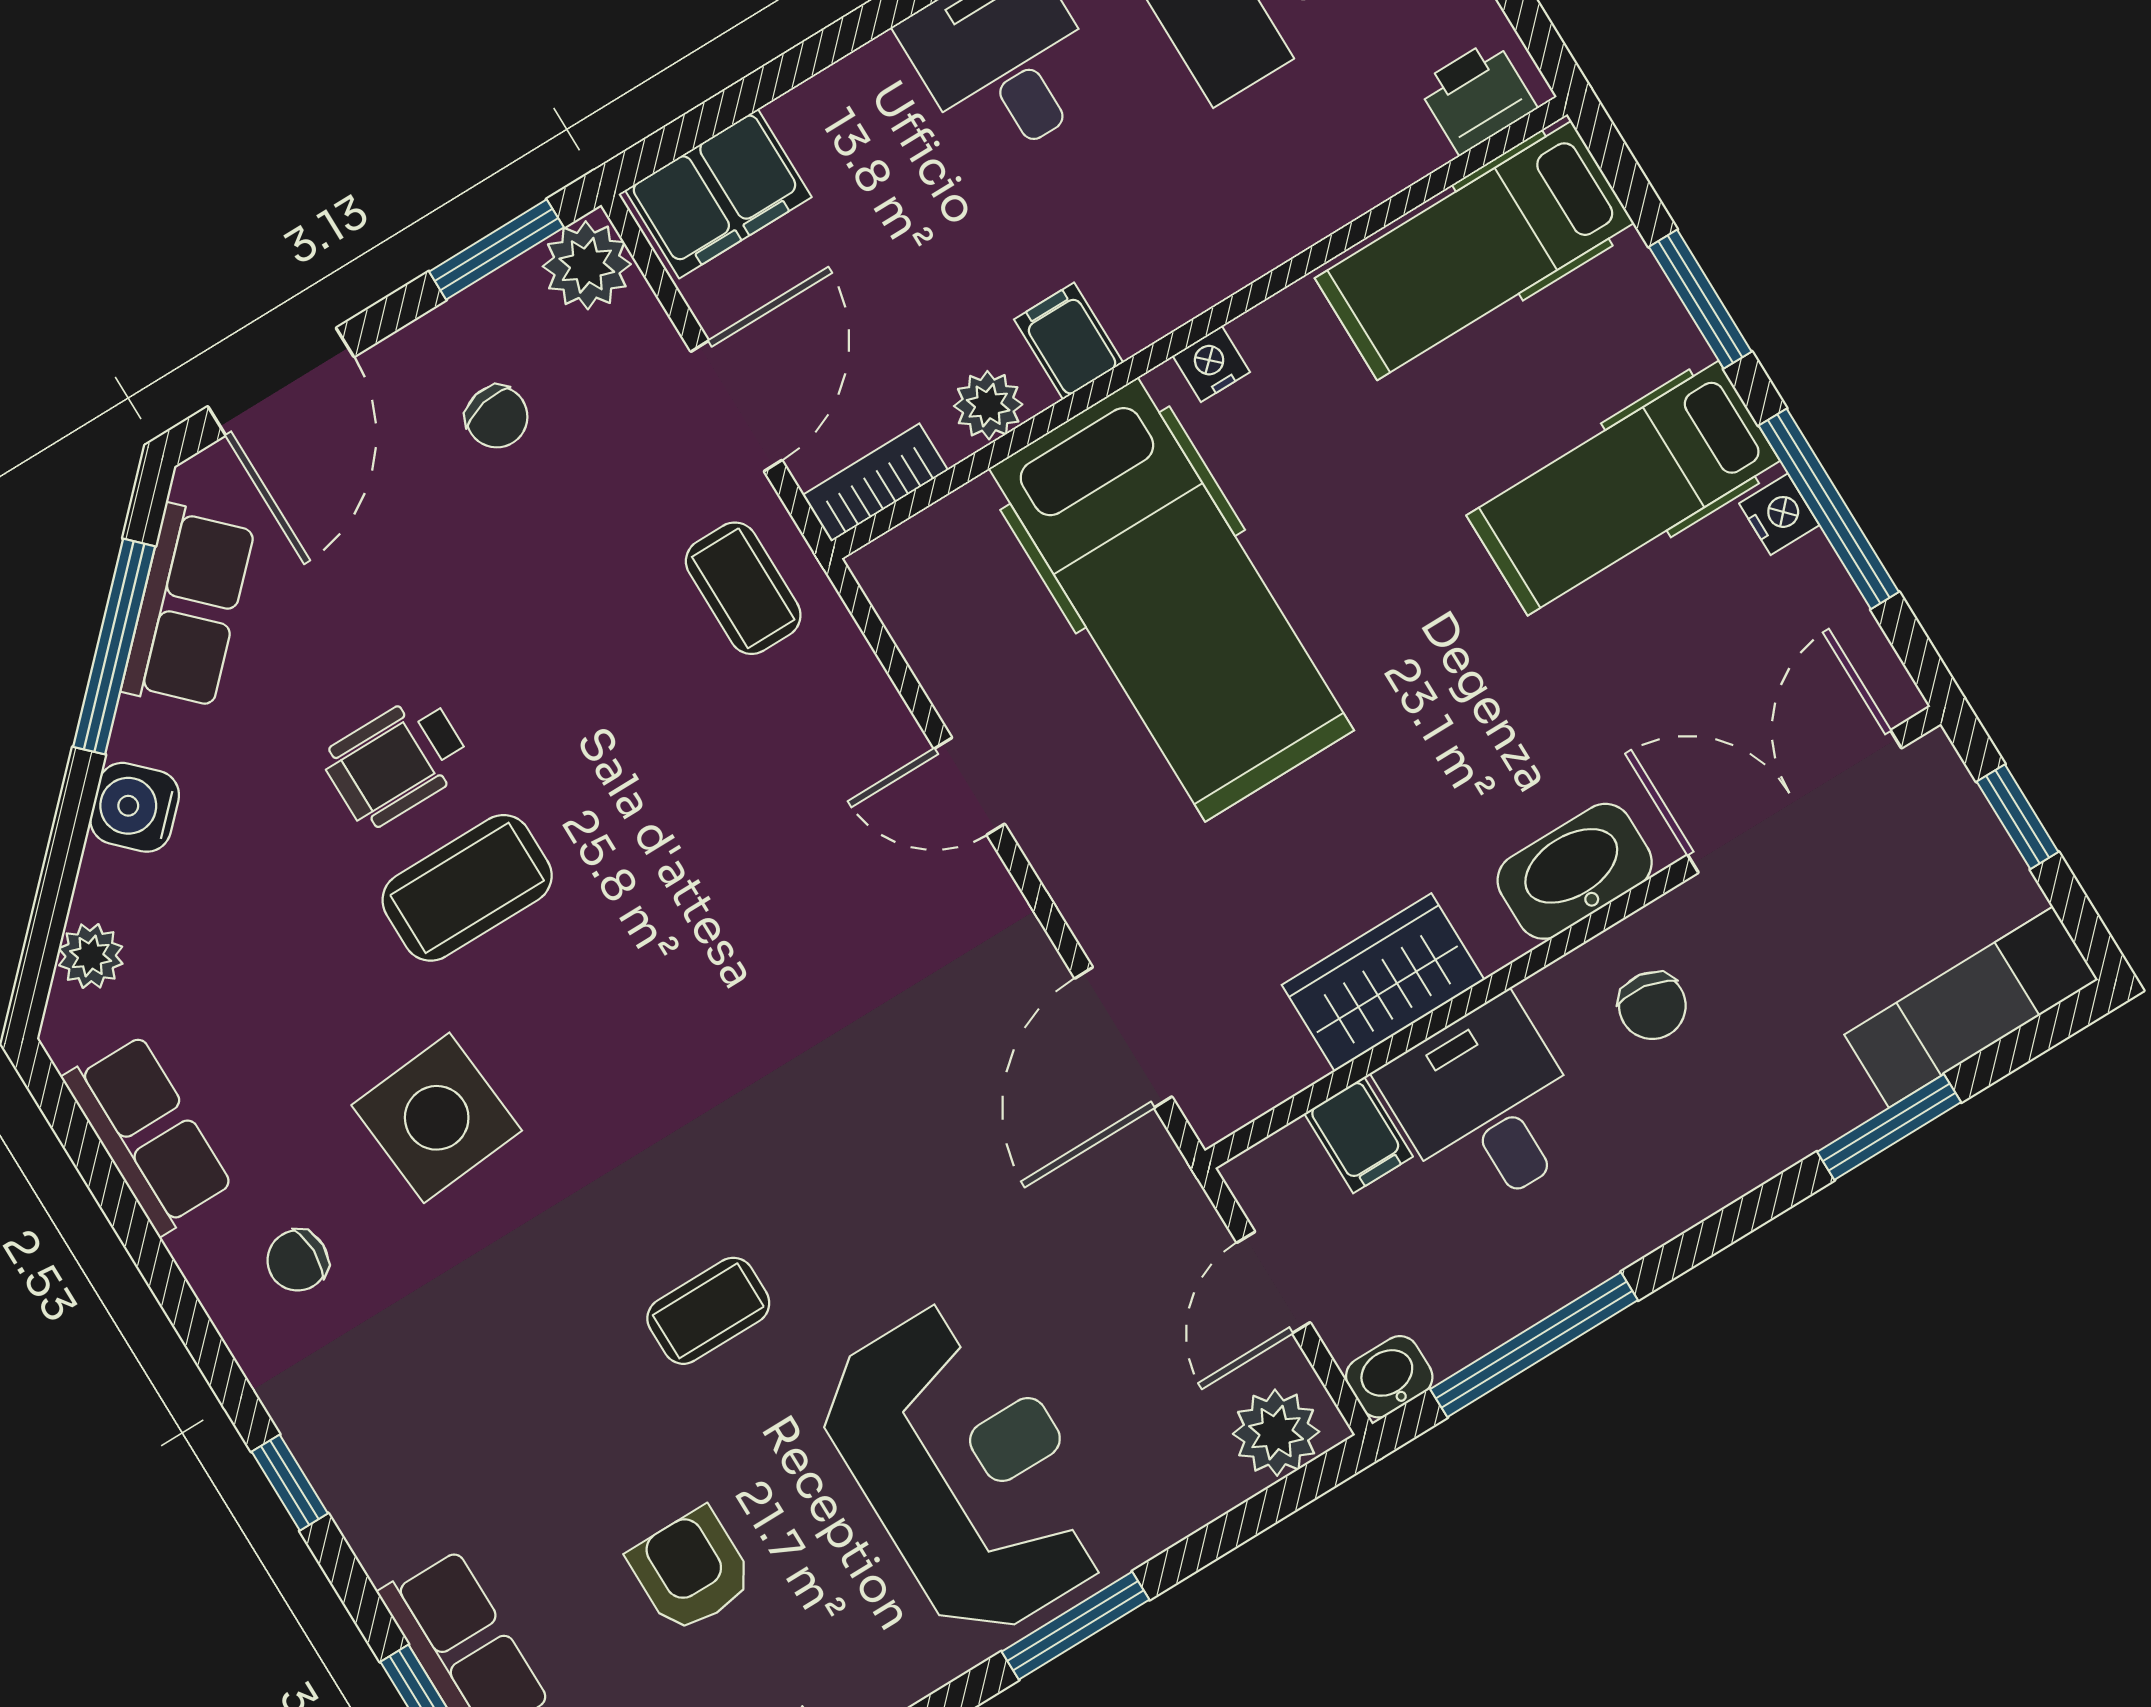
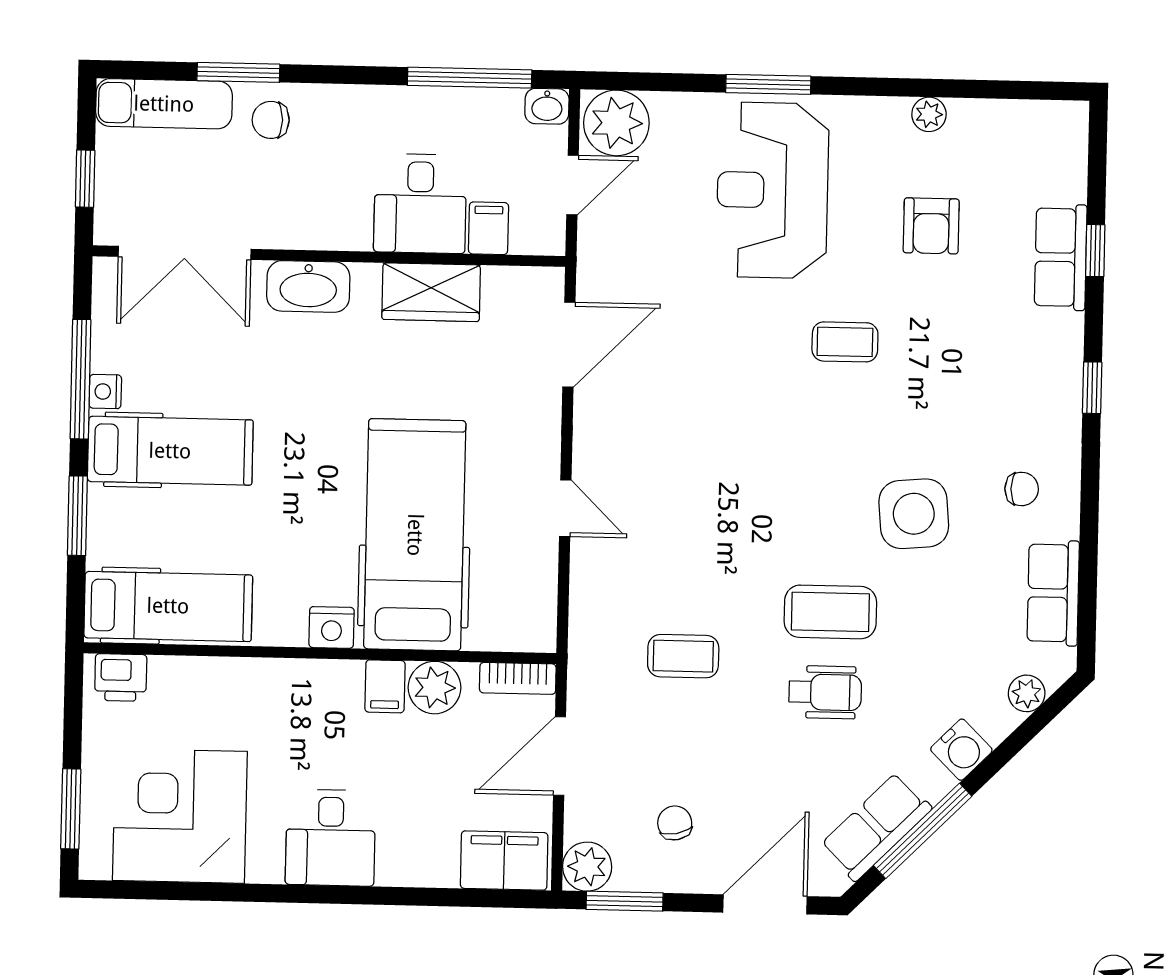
nightstand: (1211, 364) -> (332, 627), width x1.39, depth x1.35
plant: (988, 405) -> (434, 688), width x1.38, depth x1.38
coffee table: (743, 588) -> (683, 656), moved, turned 90
chair: (1652, 1006) -> (271, 120), moved, turned -99
plant: (1276, 1433) -> (616, 123), width x1.36, depth x1.36

